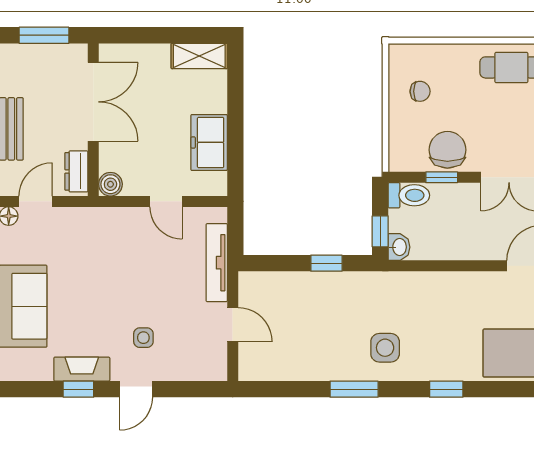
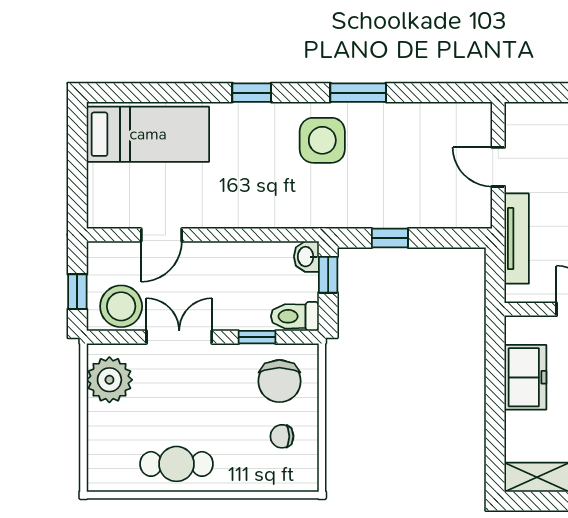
chair: (447, 150) -> (279, 381), moved
side table: (385, 348) -> (322, 140), width x1.37, depth x1.37

